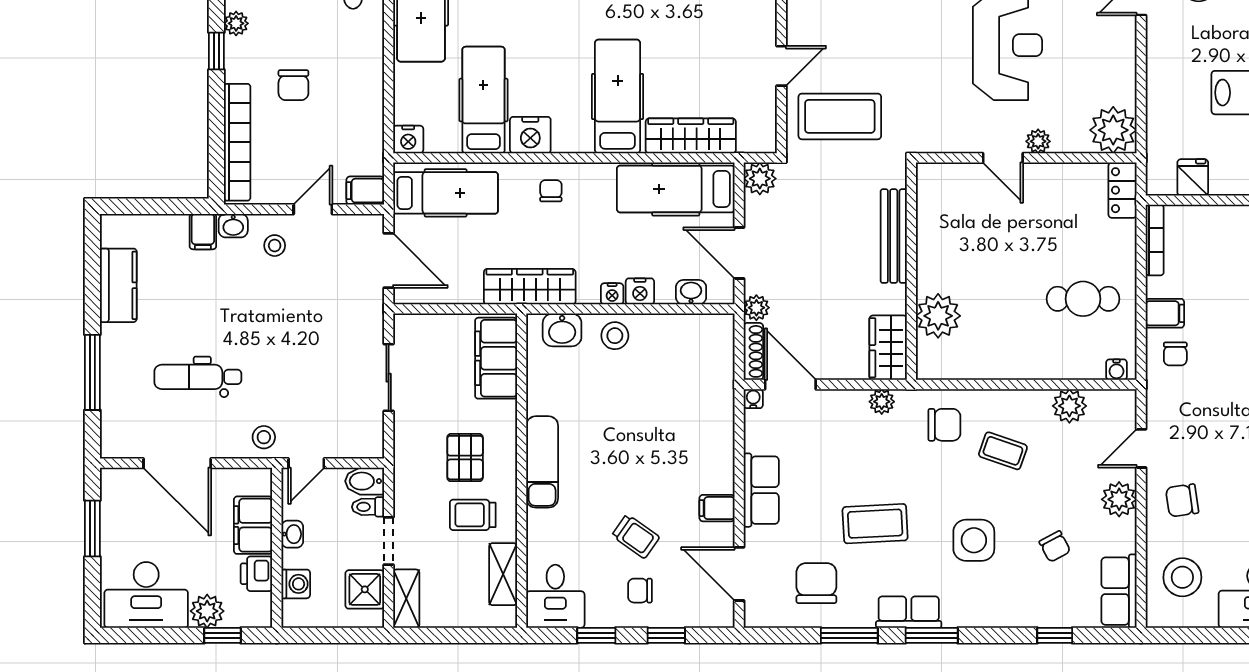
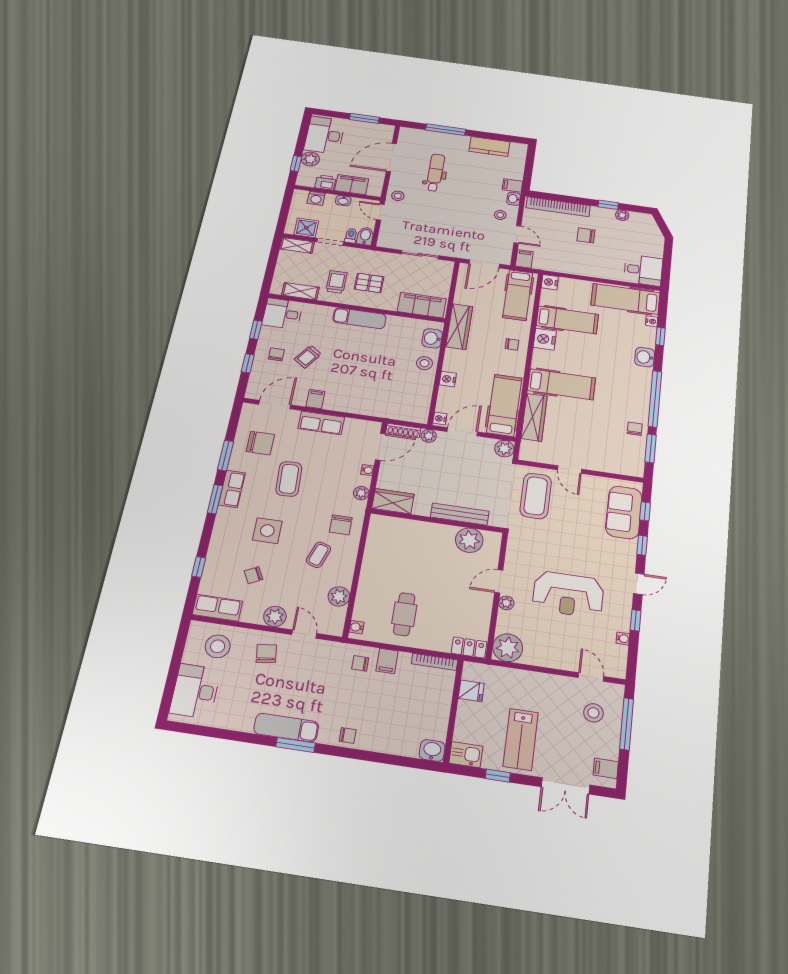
washbasin: (691, 292) -> (443, 404), removed
nightstand: (612, 294) -> (440, 418), moved
plant: (938, 316) -> (469, 540), moved
water cooler: (753, 399) -> (367, 470), moved

